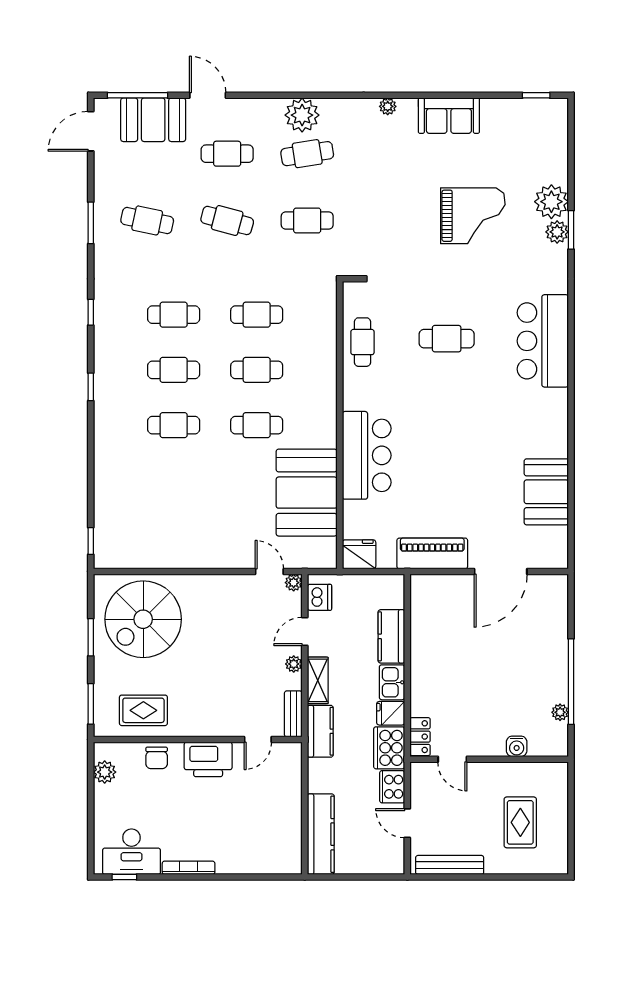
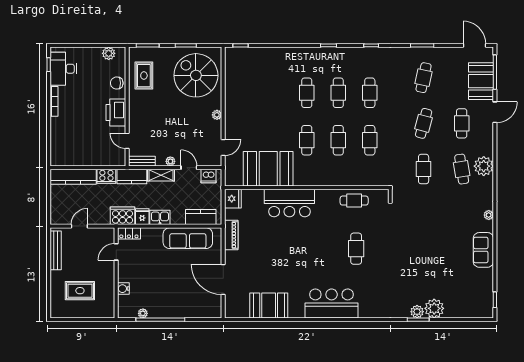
grand piano: (473, 216) -> (426, 264), removed
bar counter: (543, 341) -> (332, 304), moved
piano: (432, 553) -> (231, 235), width x0.73, depth x0.75
plant: (294, 583) -> (217, 115), moved
sofa: (428, 633) -> (188, 238), added
kitchen counter: (391, 636) -> (201, 217), moved
cooker: (392, 787) -> (106, 176), moved, turned 180

